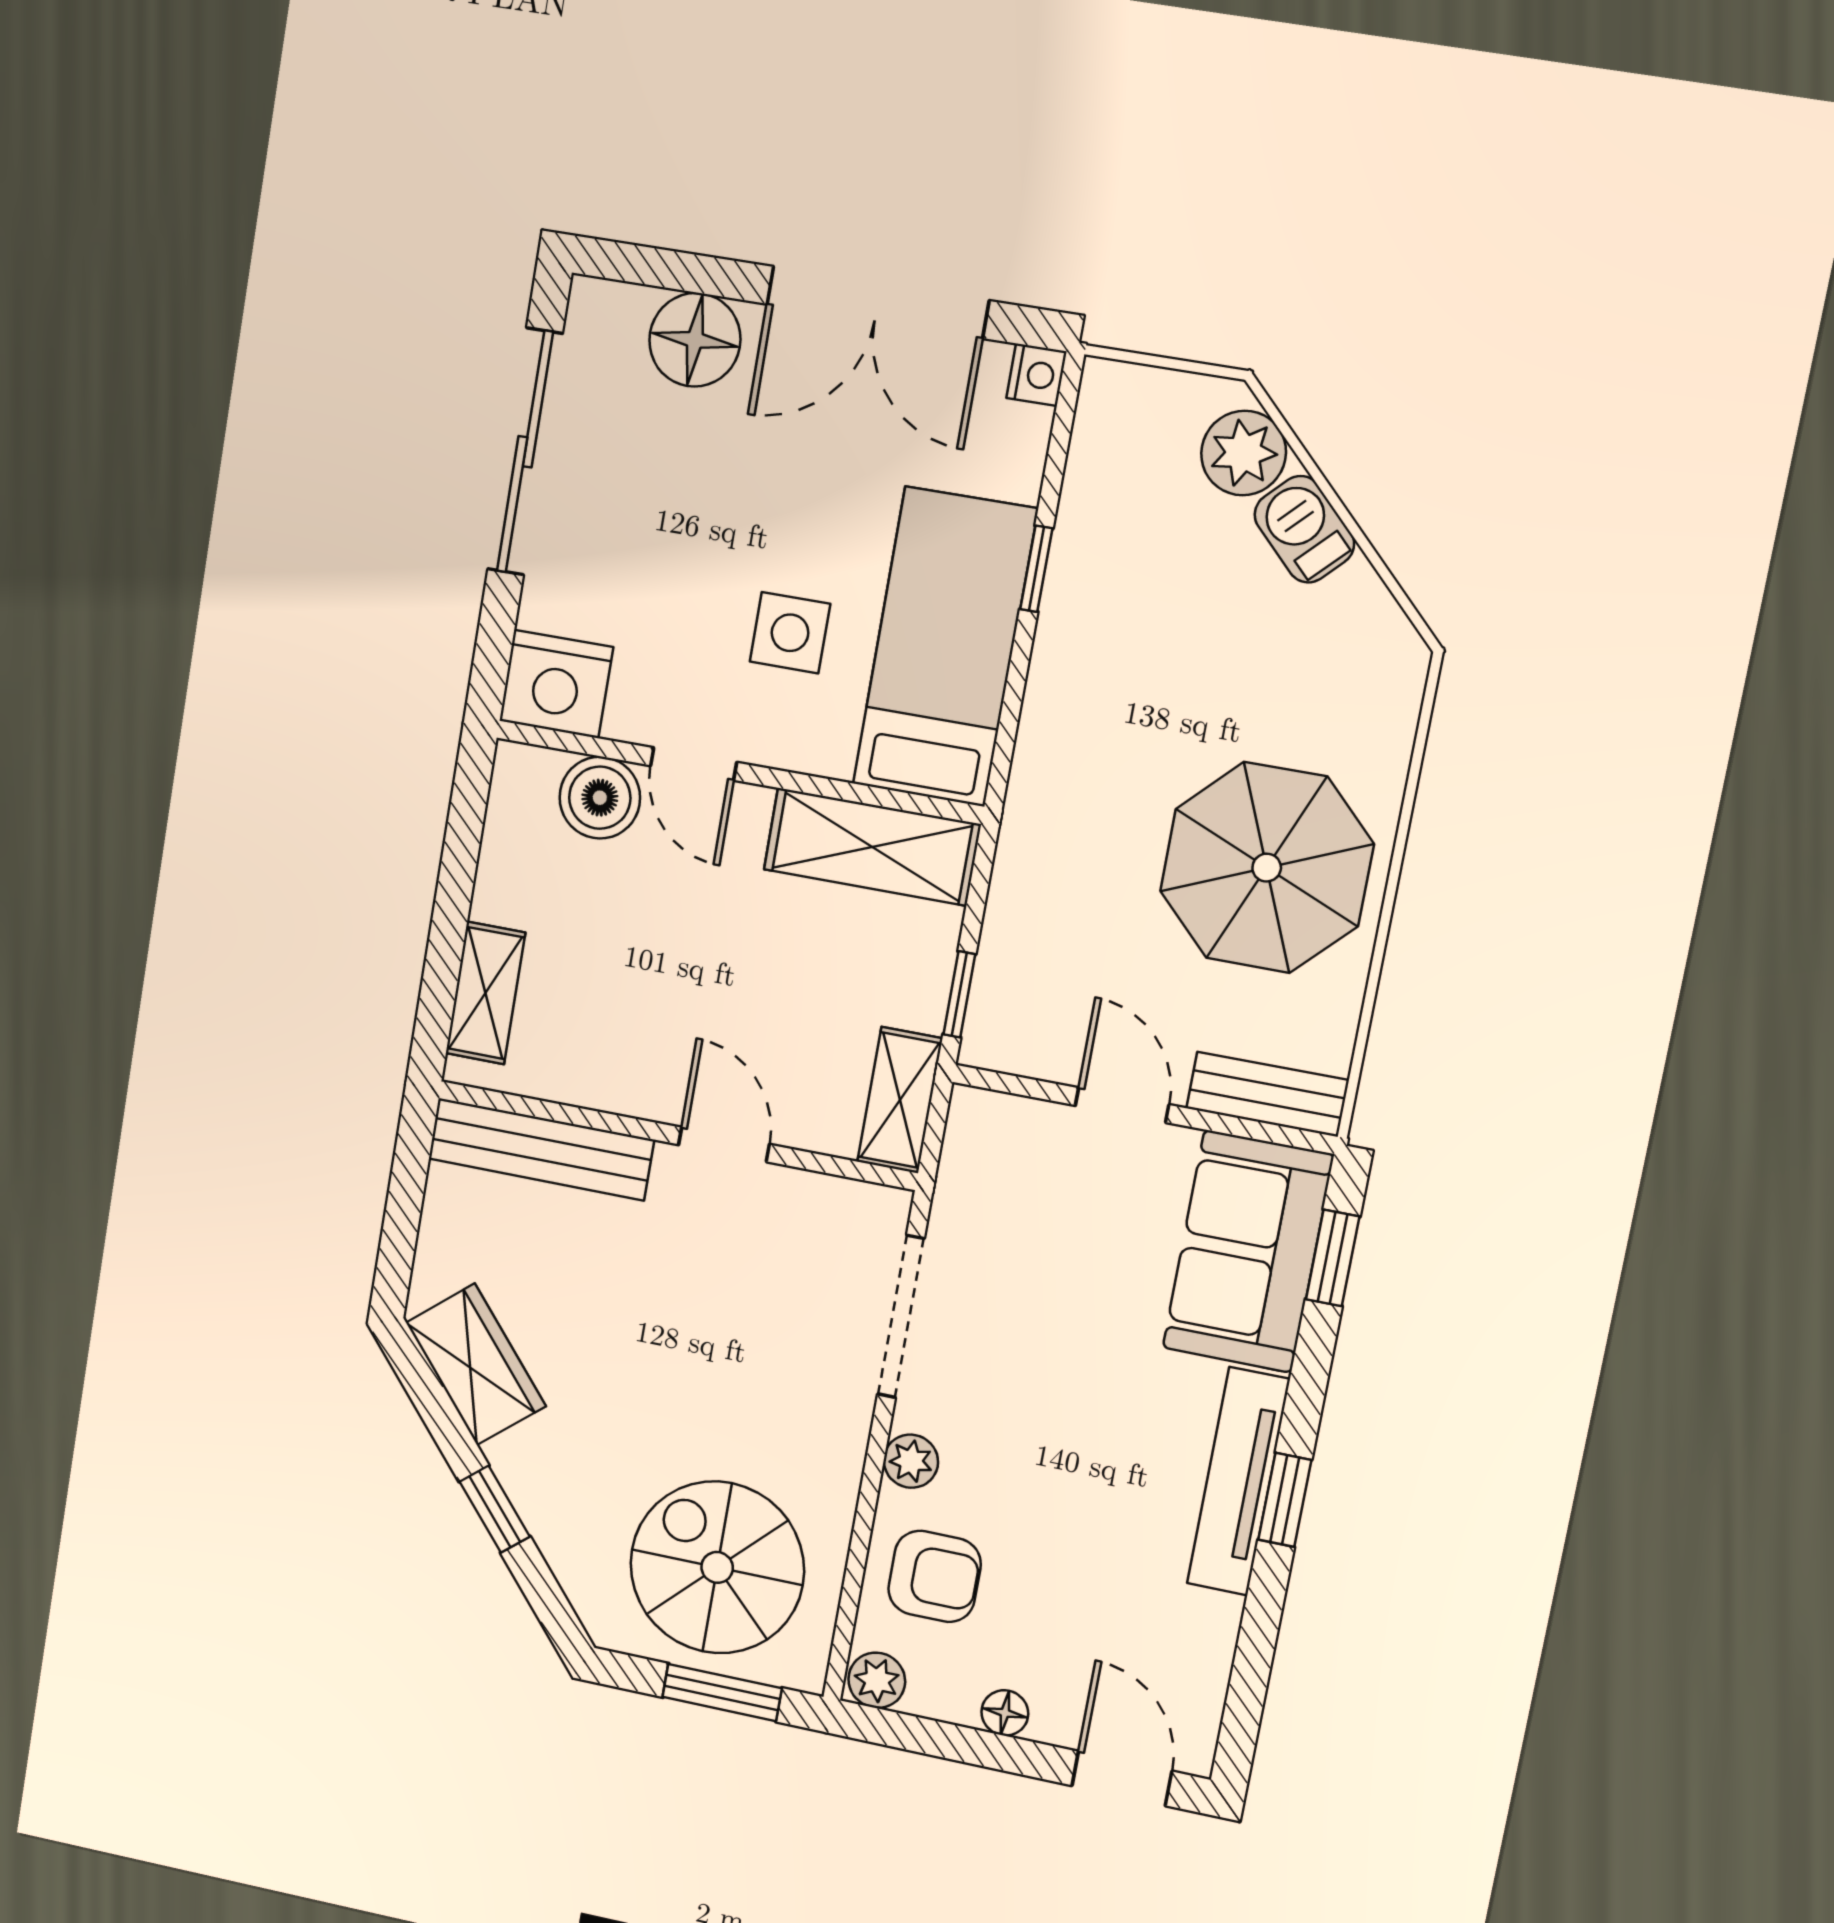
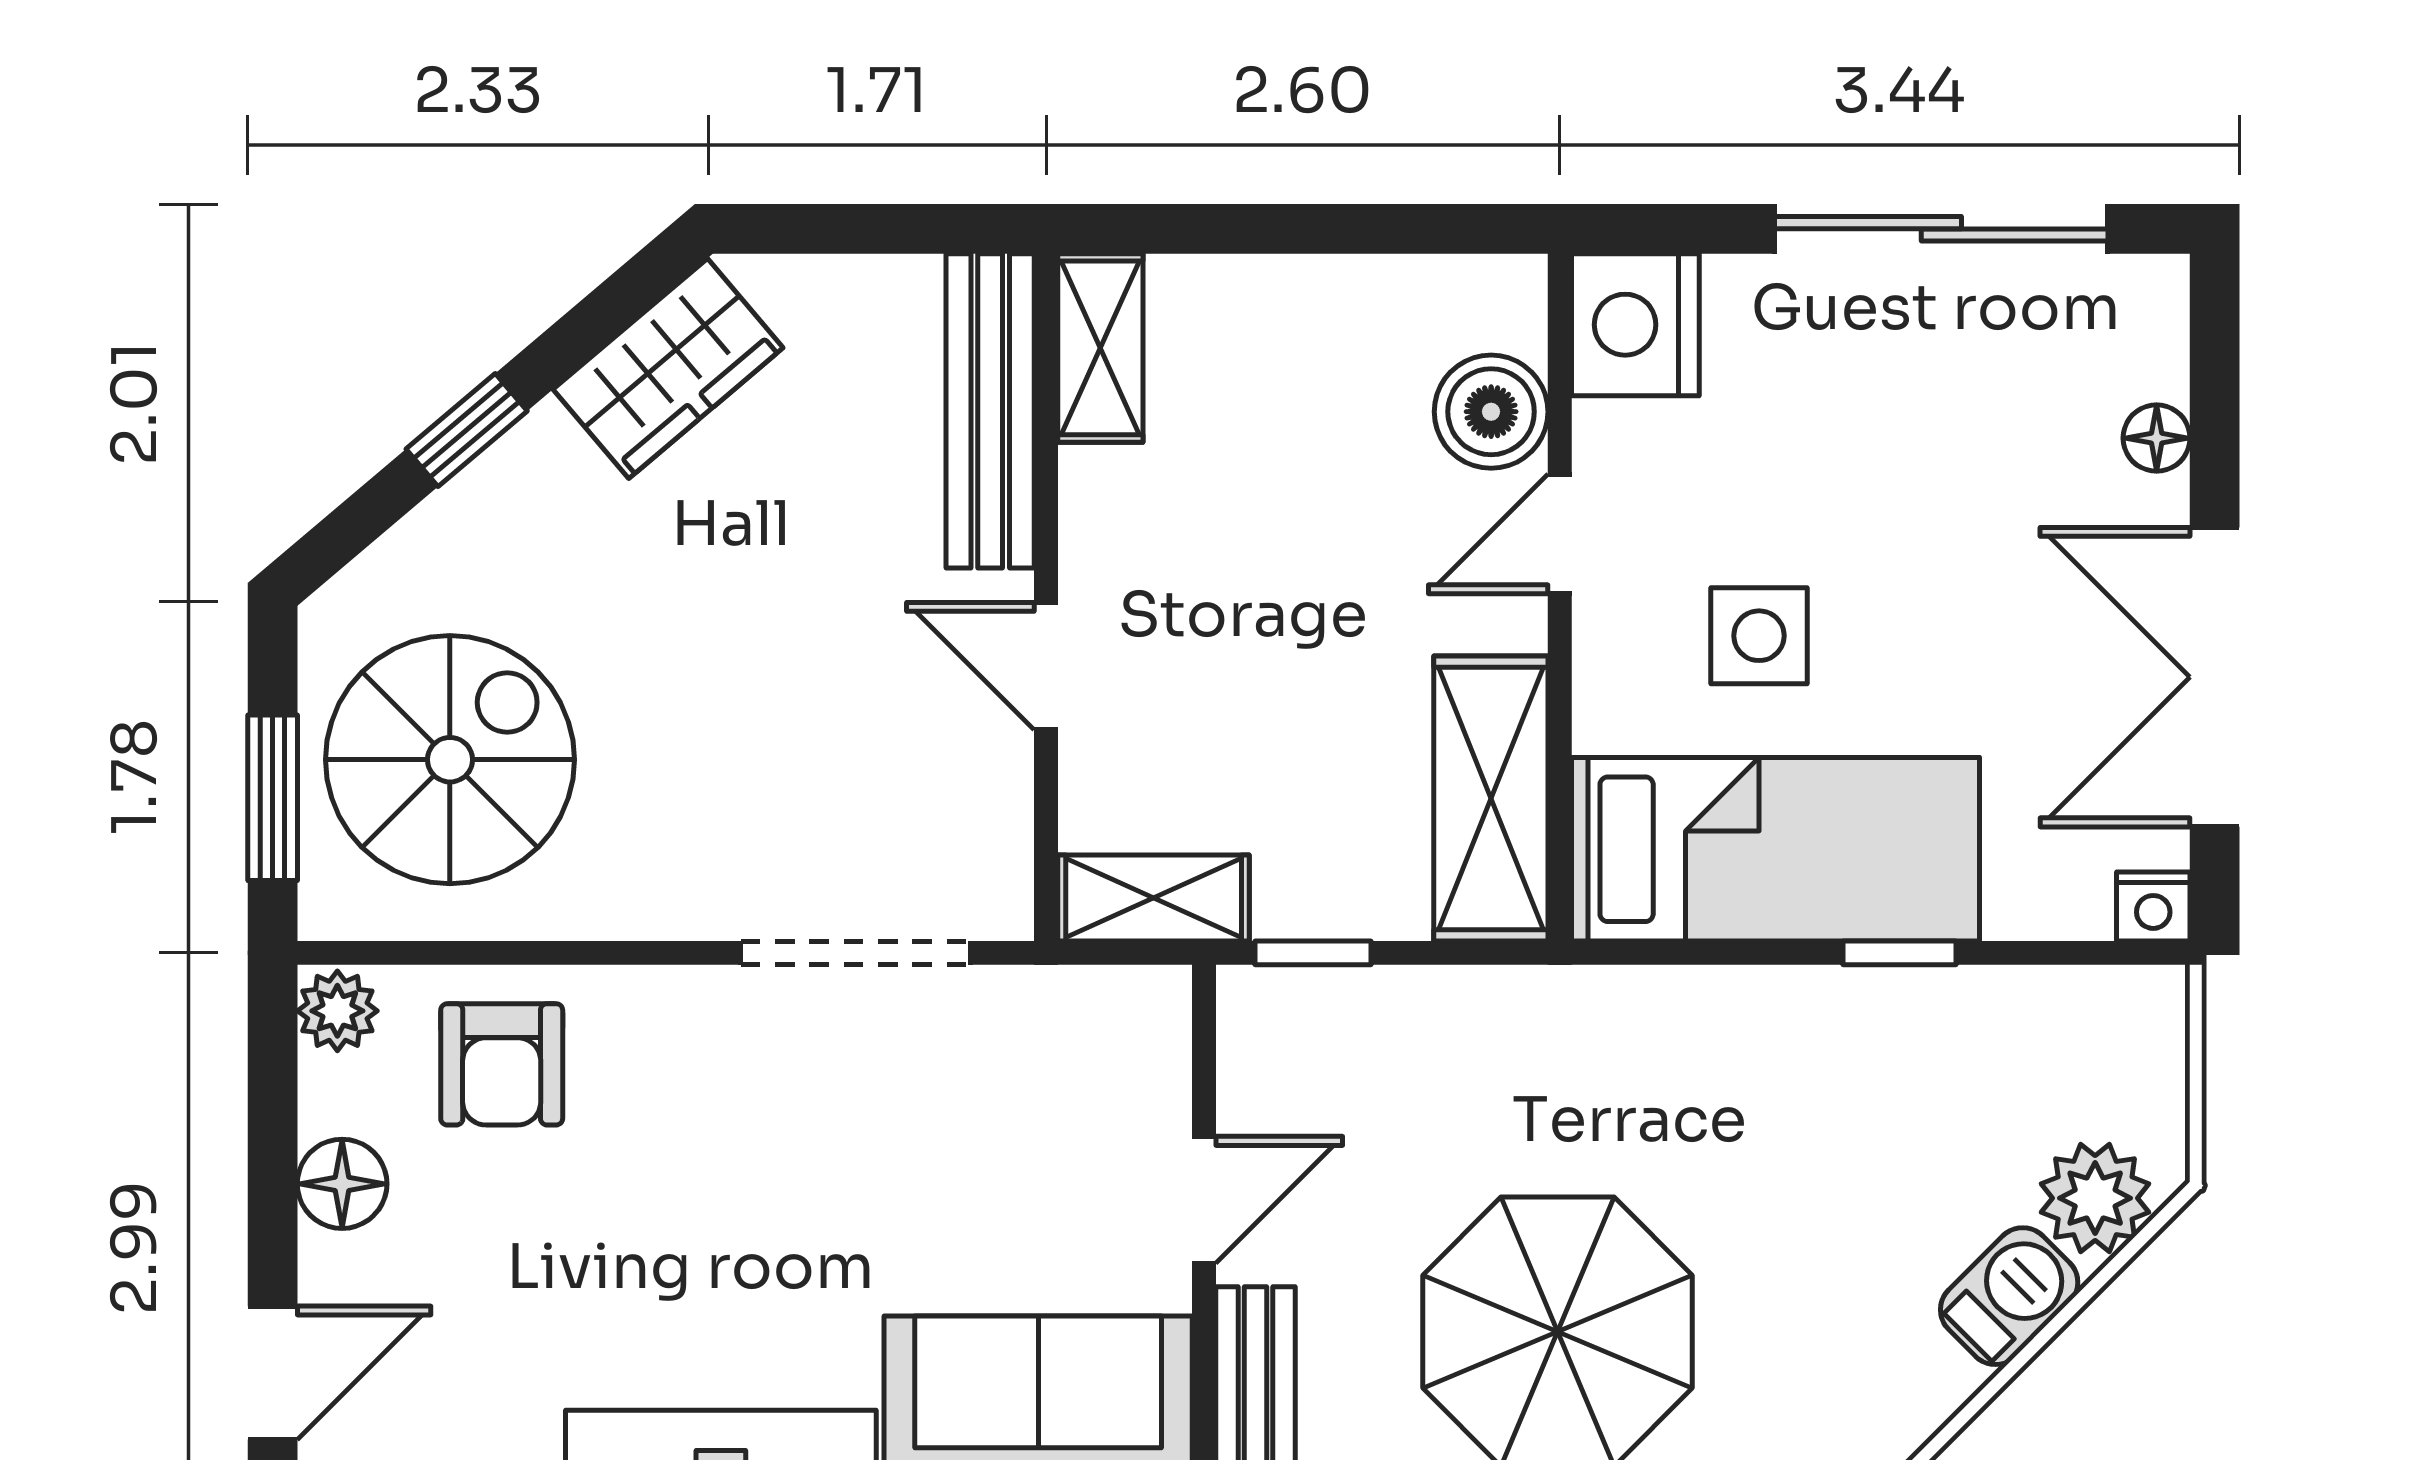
floor lamp: (695, 340) -> (2157, 438), width x0.53, depth x0.53
shelving: (485, 993) -> (1100, 348), moved, turned 90
door: (724, 1144) -> (1046, 666), swing flipped
plant: (911, 1461) -> (657, 1003), removed
floor lamp: (1005, 1713) -> (342, 1184), width x1.37, depth x1.37

